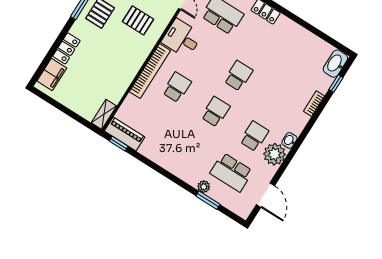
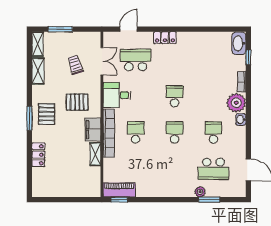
filing cabinet: (52, 74) -> (93, 129), moved, turned 180
shelving: (104, 114) -> (95, 154), moved
plant: (275, 154) -> (236, 103), moved

